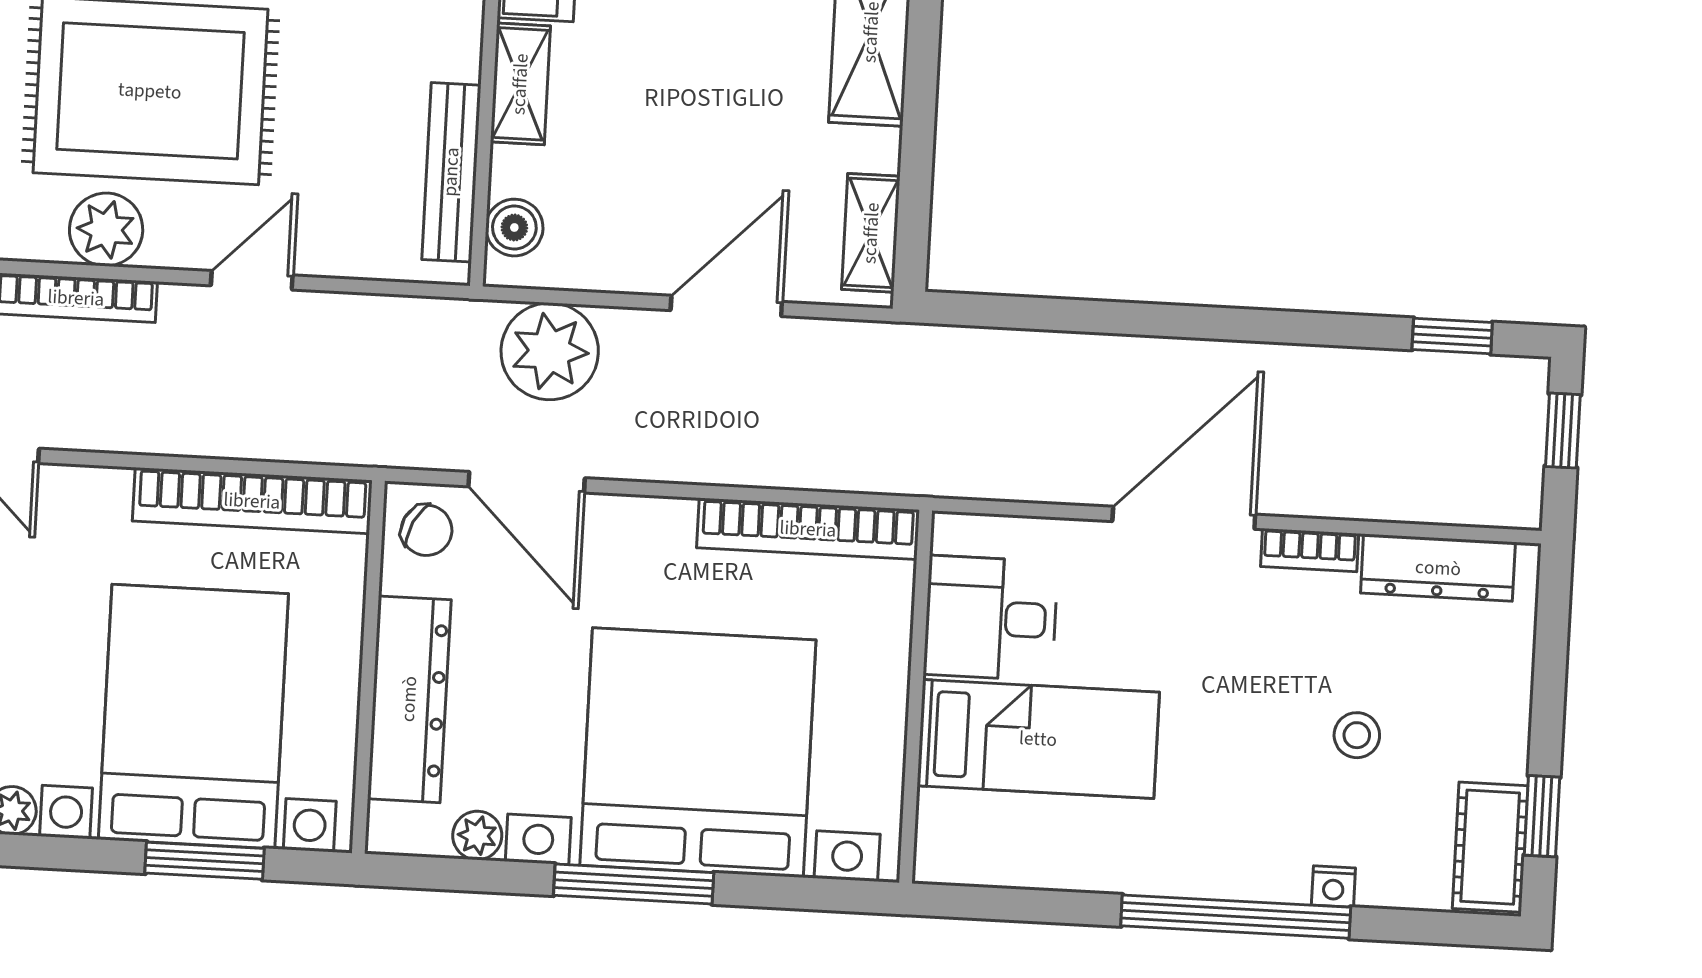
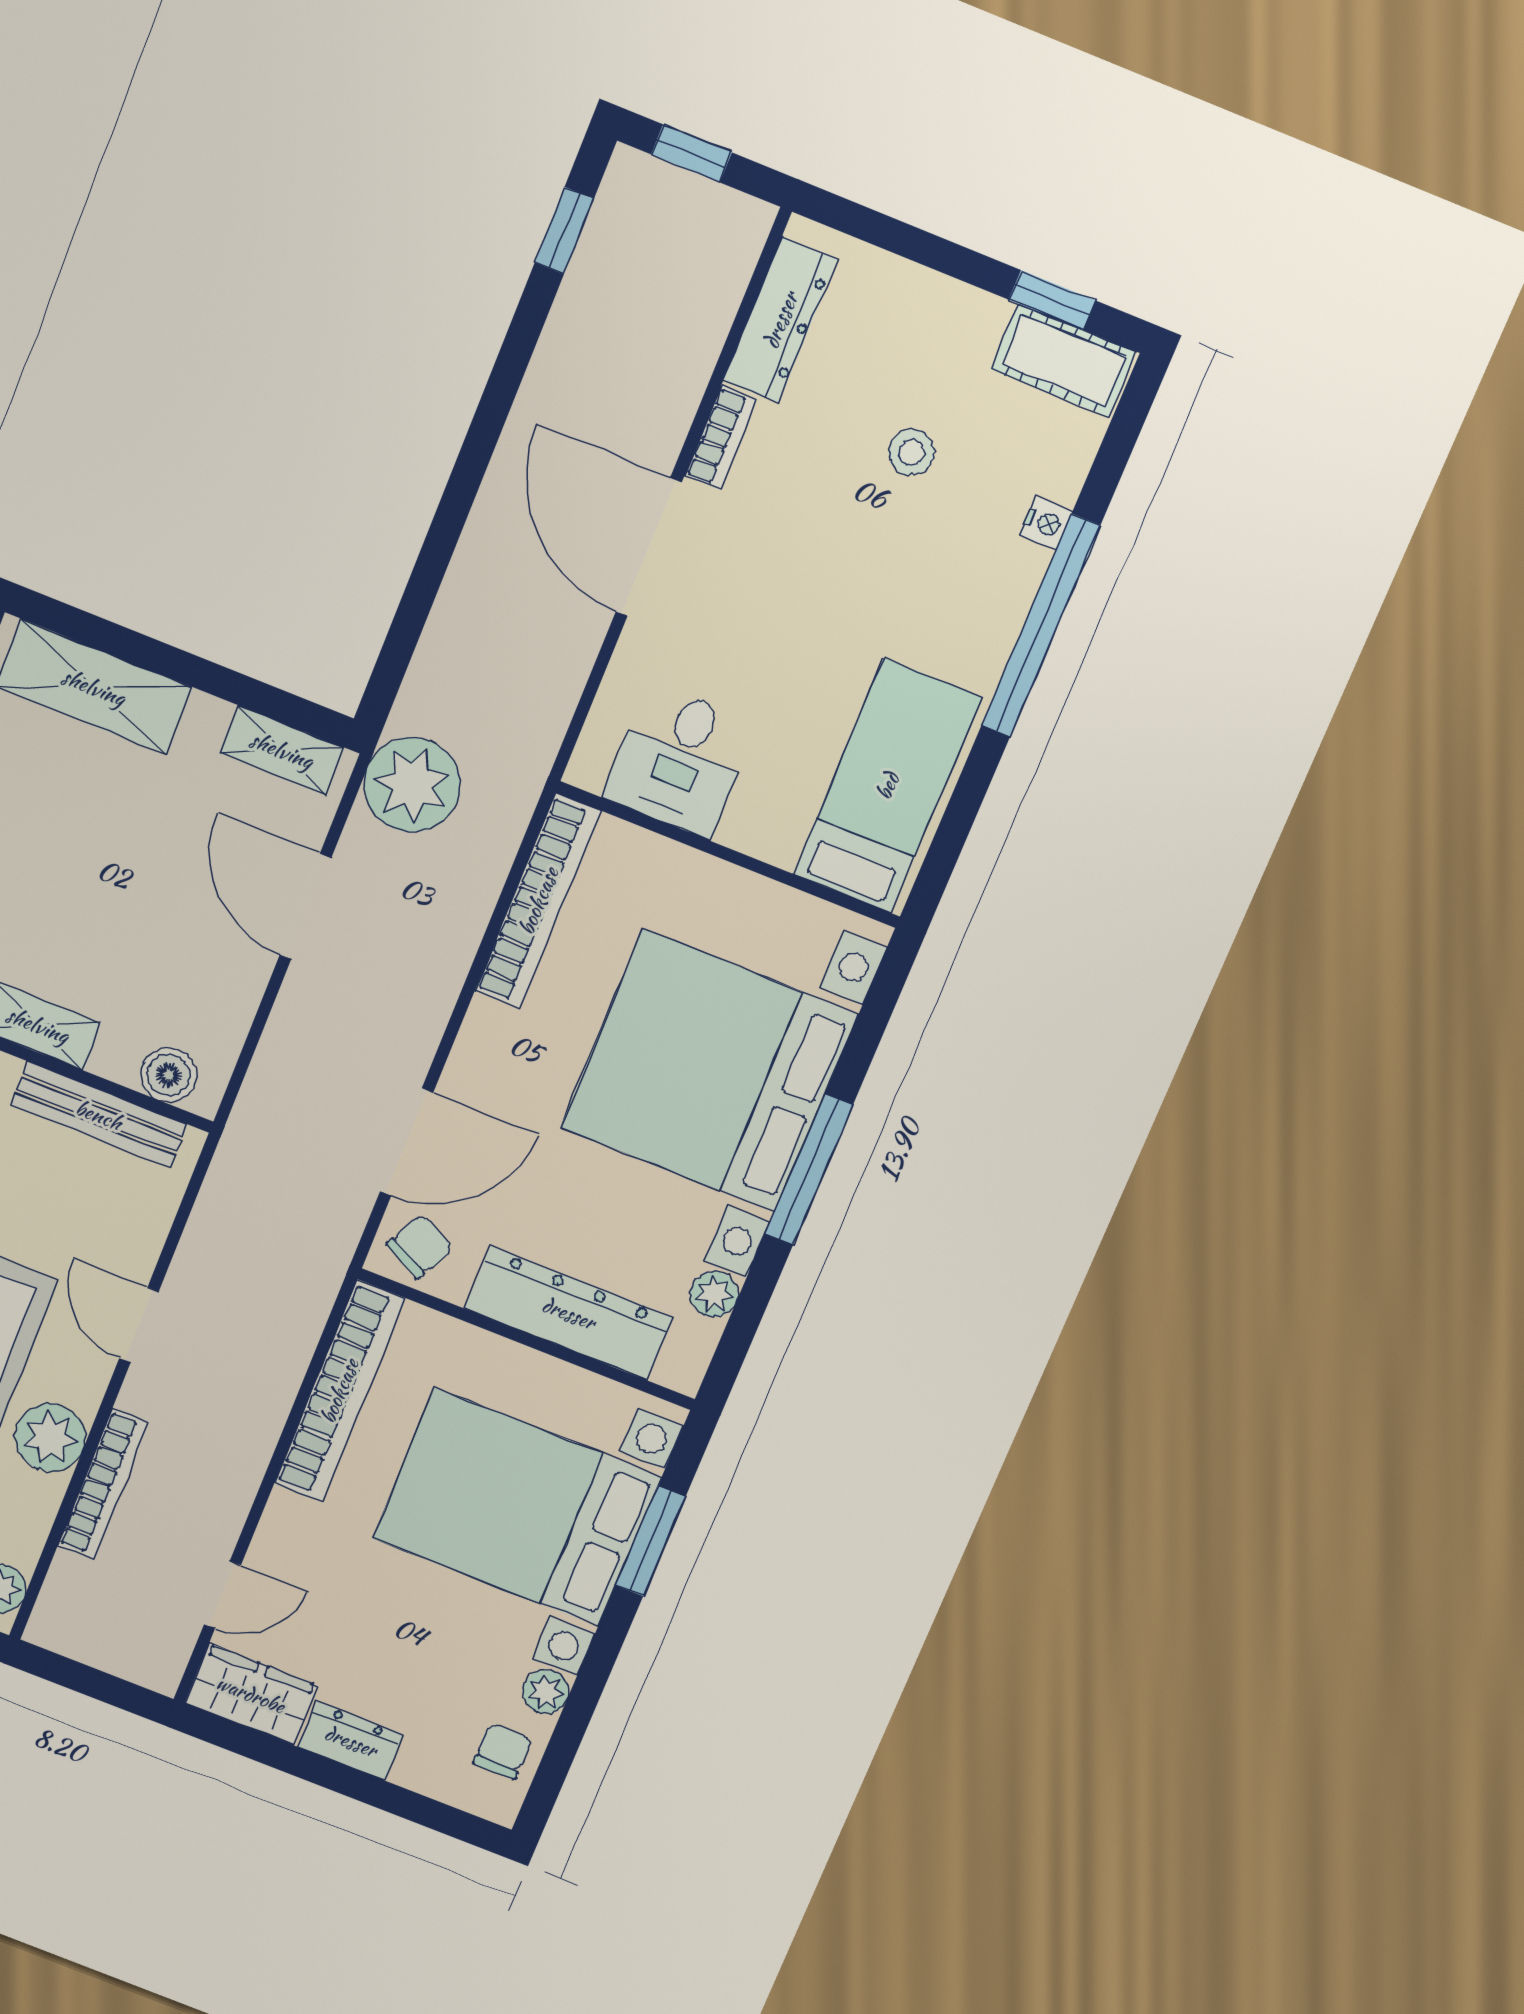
plant: (550, 351) -> (412, 785), moved
bed: (1038, 739) -> (887, 786), moved

